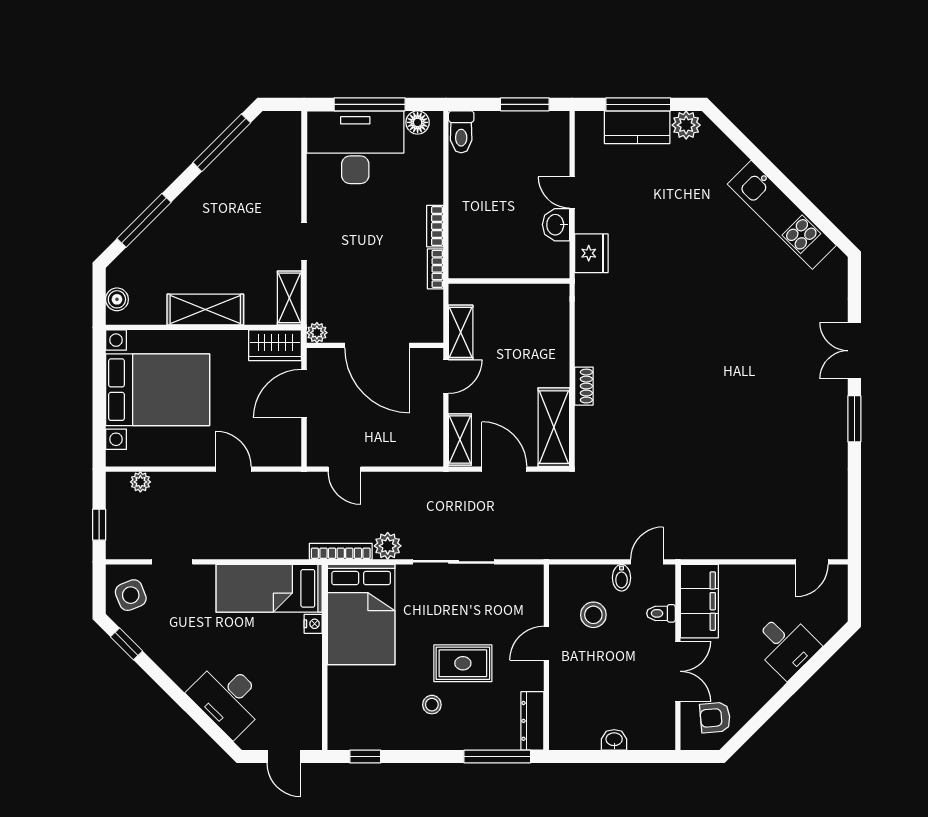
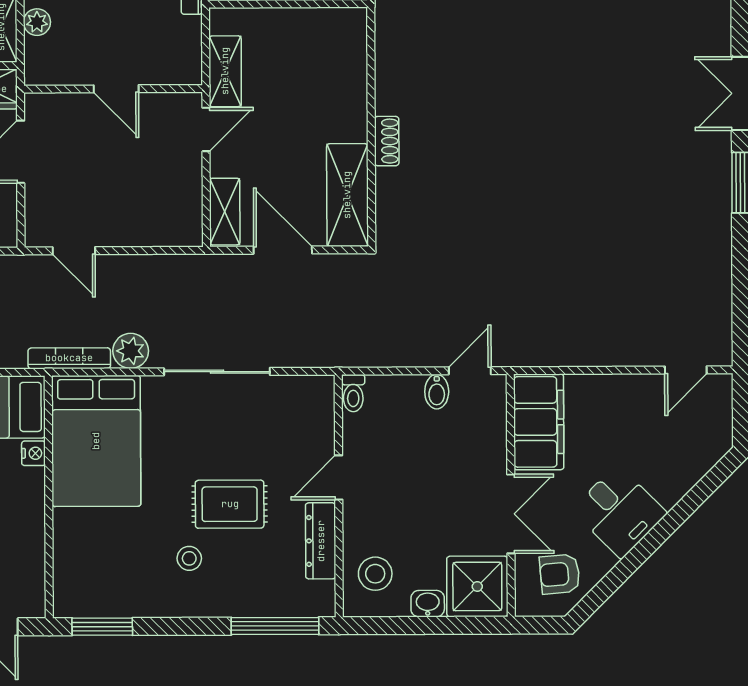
plant: (317, 333) -> (37, 22), moved
door: (377, 345) -> (116, 89), width x0.53
toilet: (661, 613) -> (353, 393), moved, turned -90
stool: (593, 615) -> (375, 574), moved
desk: (786, 645) -> (619, 512), moved
dresser: (532, 721) -> (321, 541), moved
shower: (652, 727) -> (477, 586), added
window: (365, 757) -> (102, 627), width x1.50

